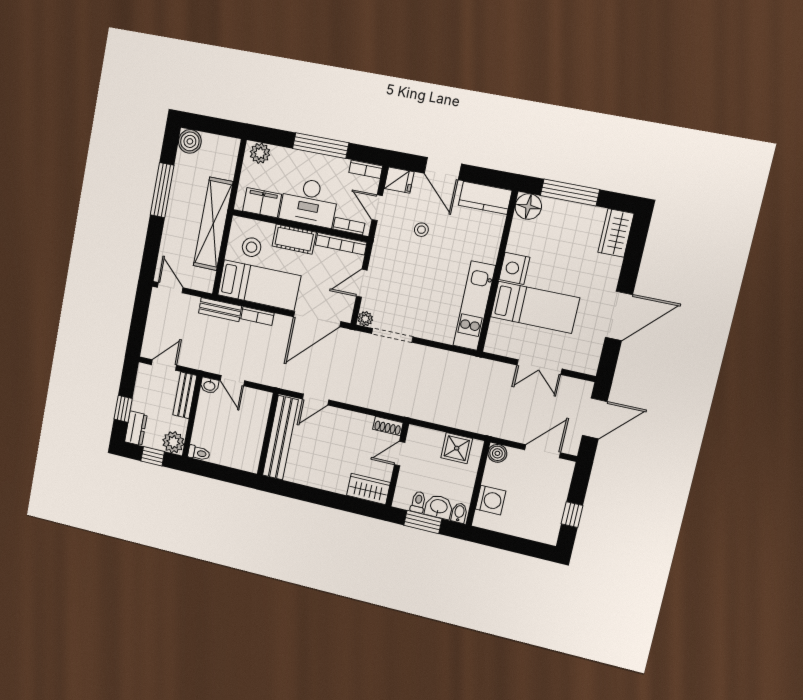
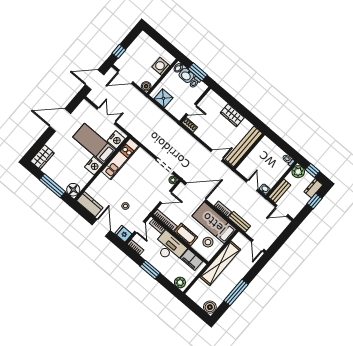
window: (321, 146) -> (150, 270), width x0.69
nightstand: (500, 334) -> (116, 140), added
wardrobe: (368, 489) -> (232, 115), moved
window: (572, 515) -> (119, 51), moved

